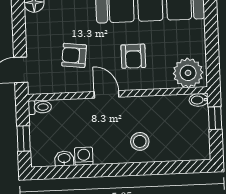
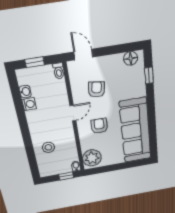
armchair: (133, 56) -> (99, 126), turned 90
stool: (140, 141) -> (48, 147), moved

